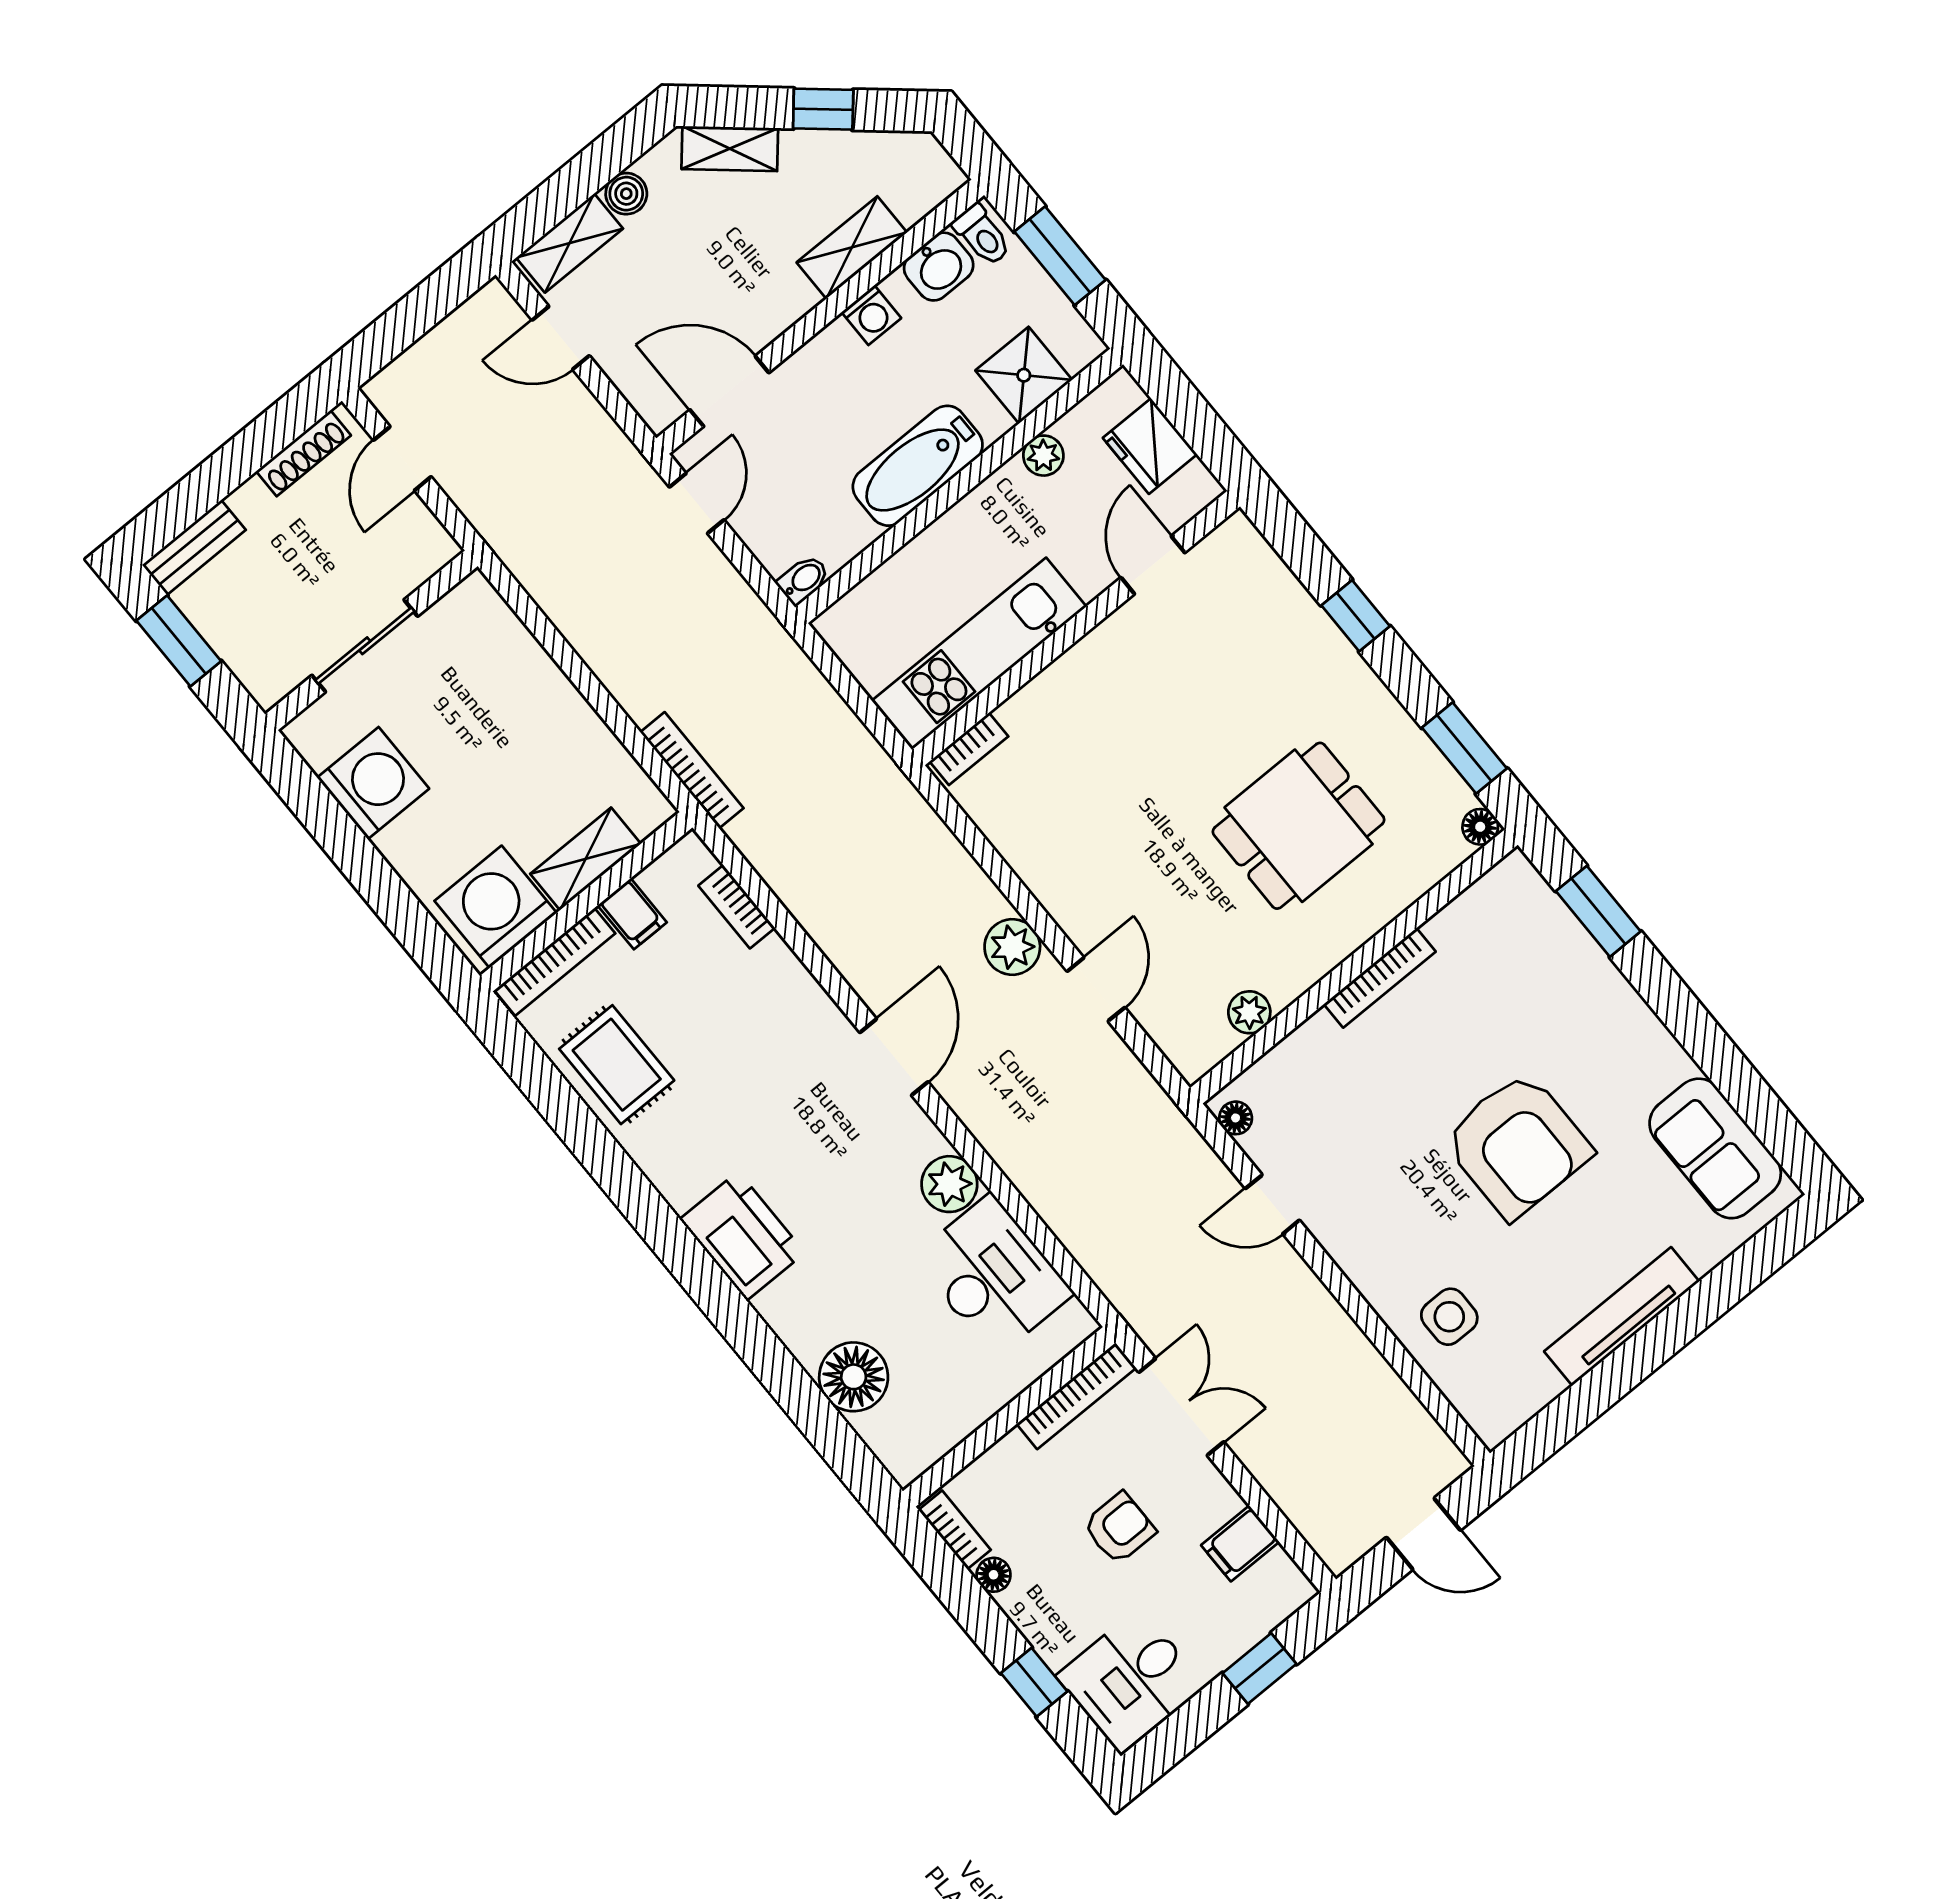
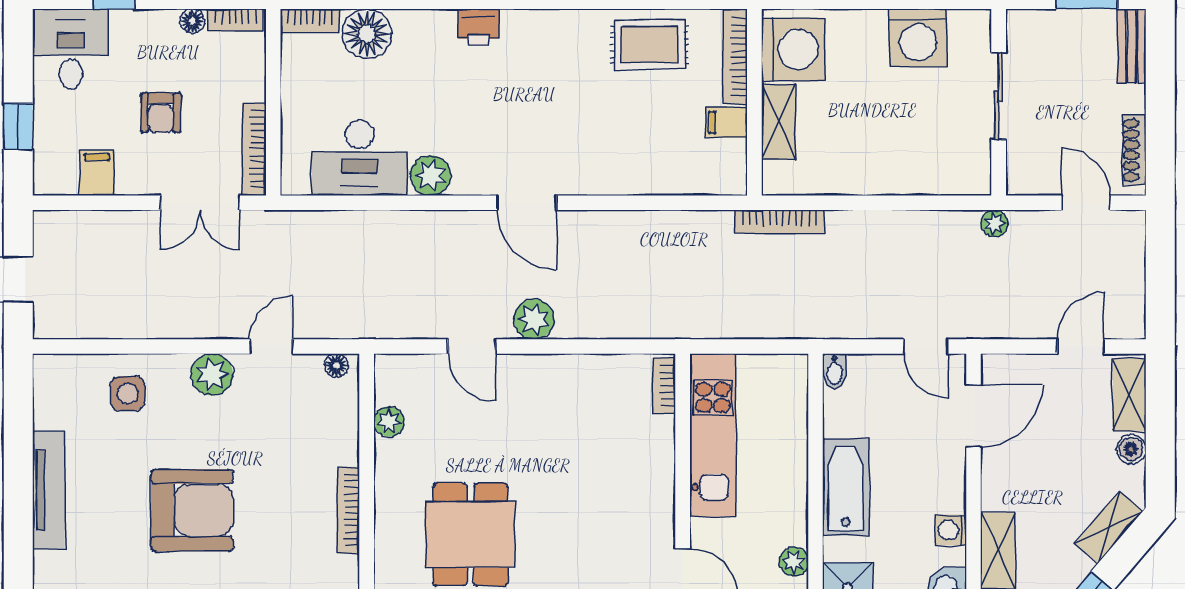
plant: (505, 538) -> (995, 224), added
bookcase: (737, 907) -> (310, 21), moved, turned 180
armchair: (1517, 1145) -> (192, 510), turned 180
printer: (742, 1236) -> (479, 27), width x0.53, depth x0.68
plant: (1355, 1243) -> (212, 375), added

